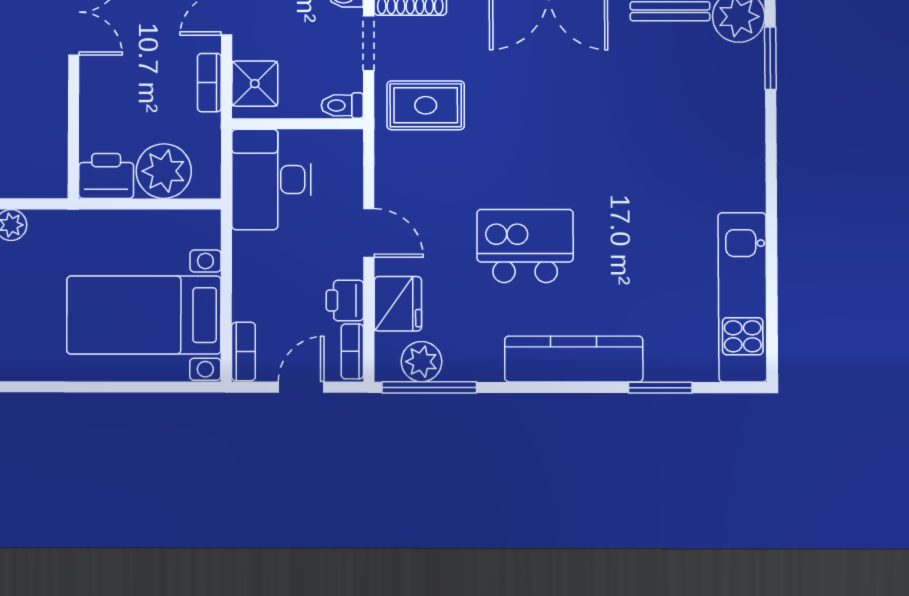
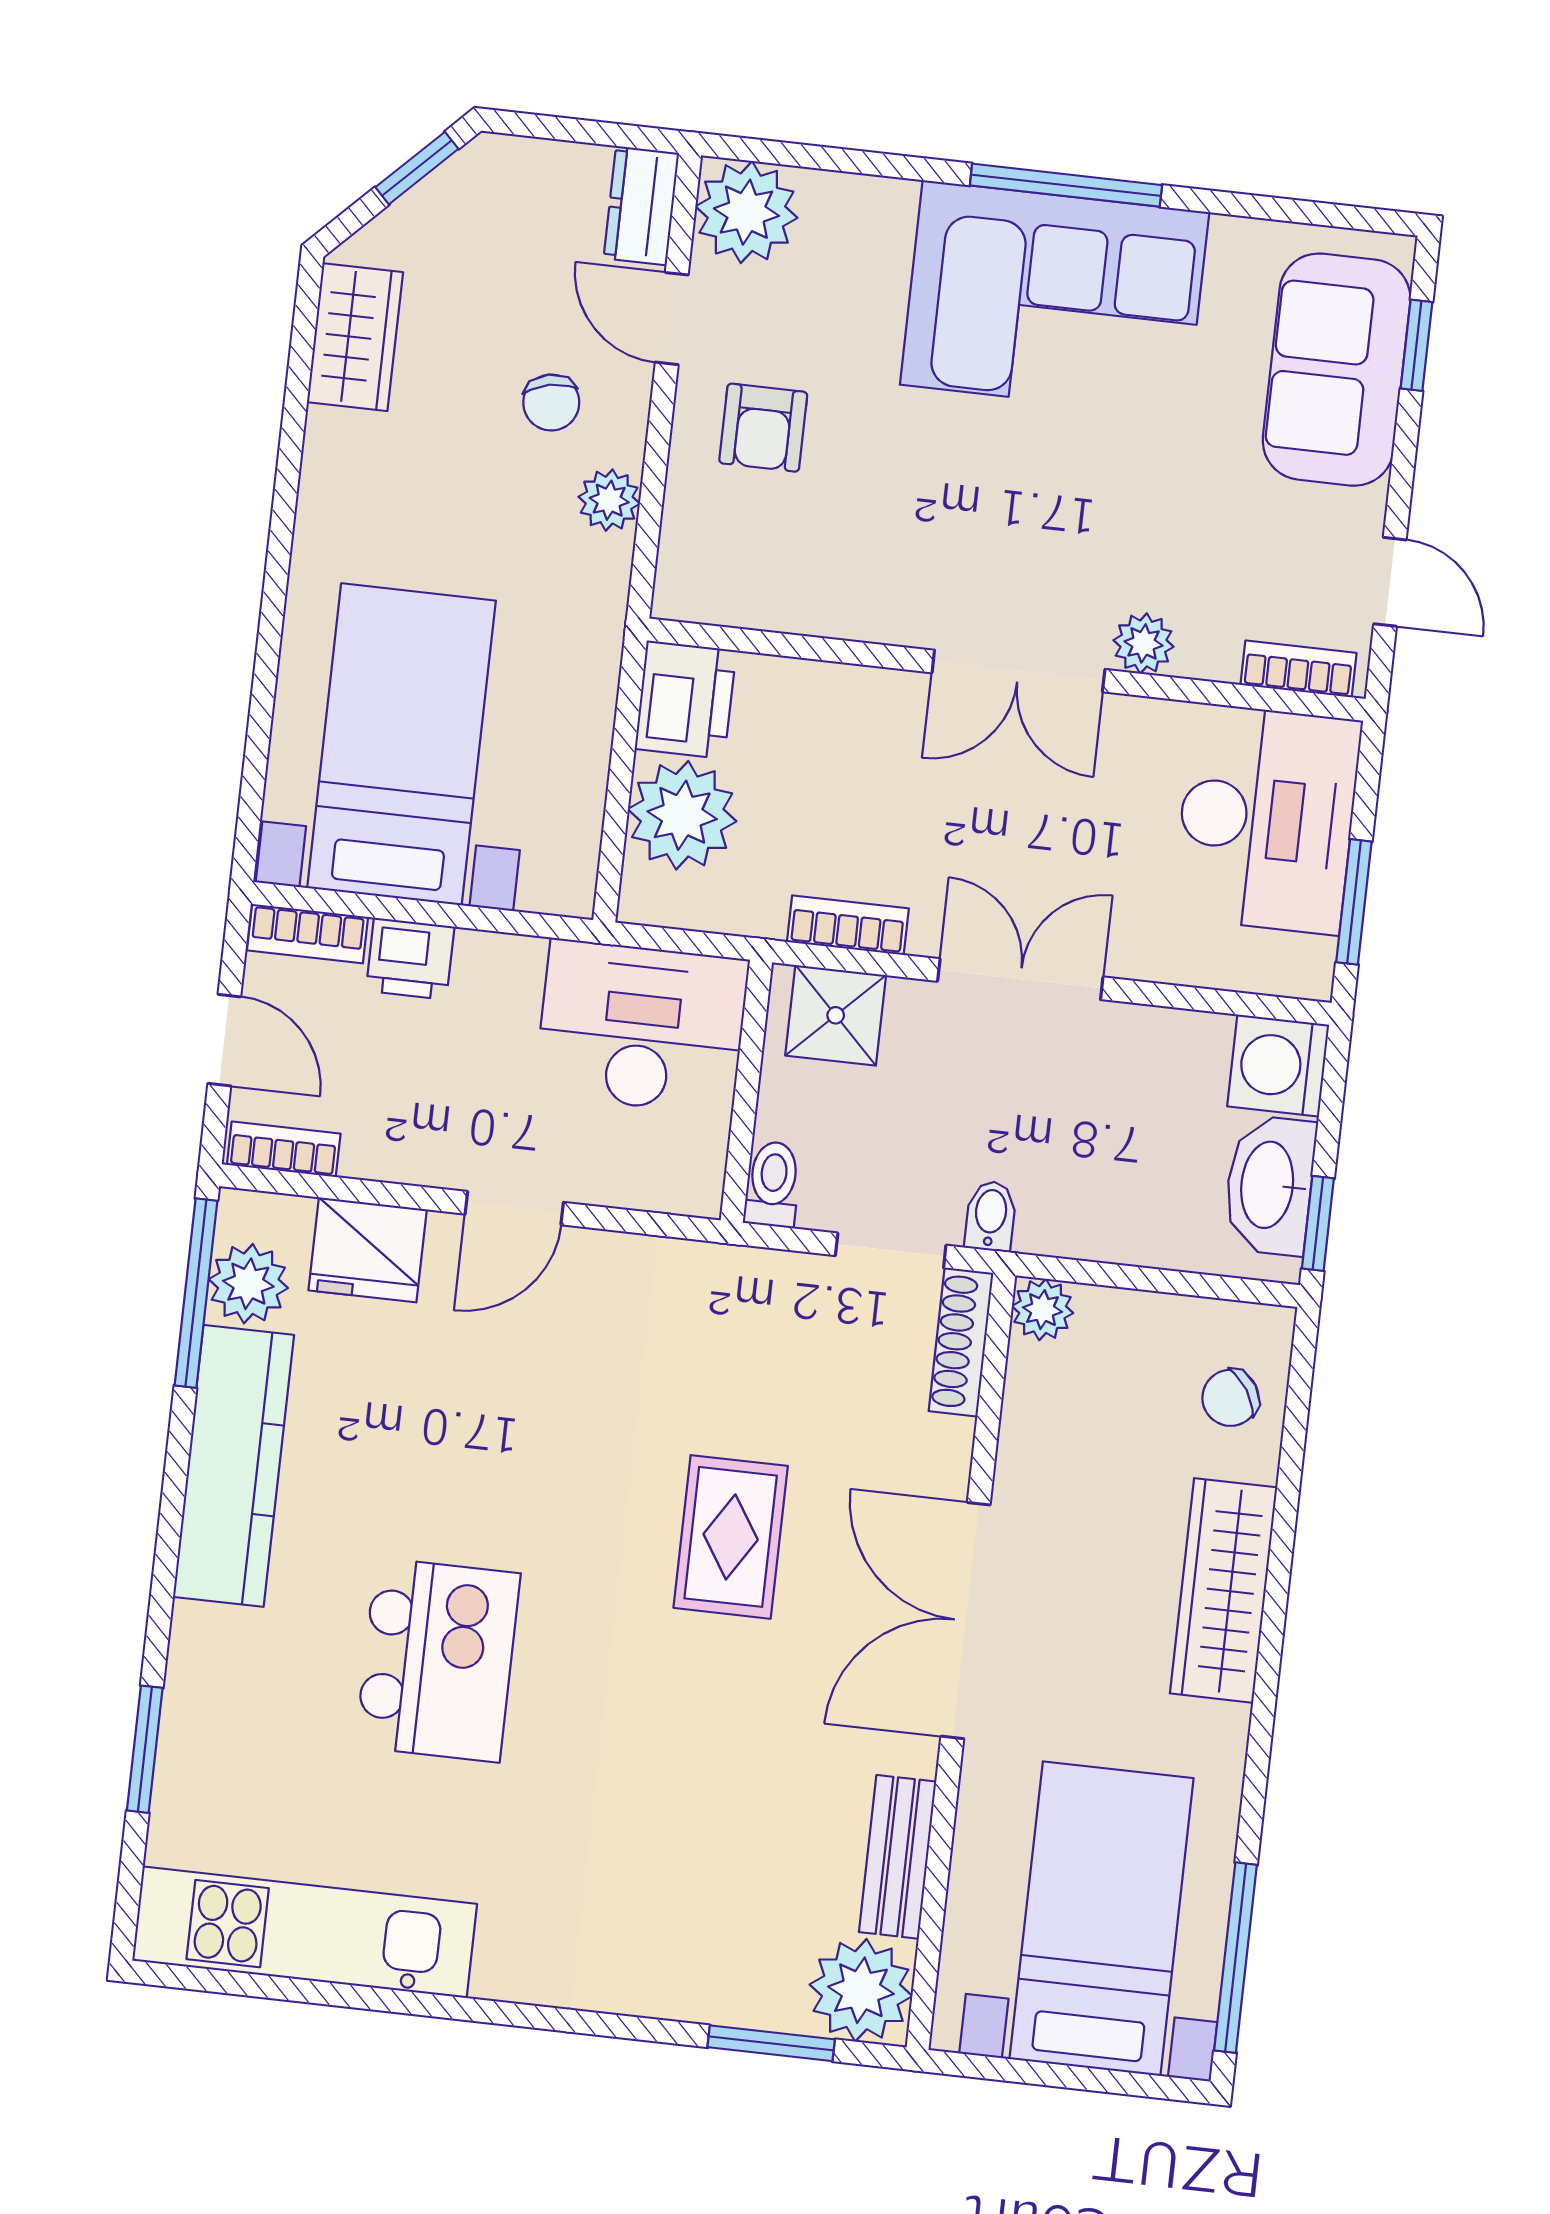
rug: (426, 105) -> (731, 1537), moved
kitchen island: (525, 246) -> (438, 1660), moved
printer: (345, 300) -> (410, 959), moved, turned 180
kitchen counter: (574, 359) -> (233, 1466), moved

